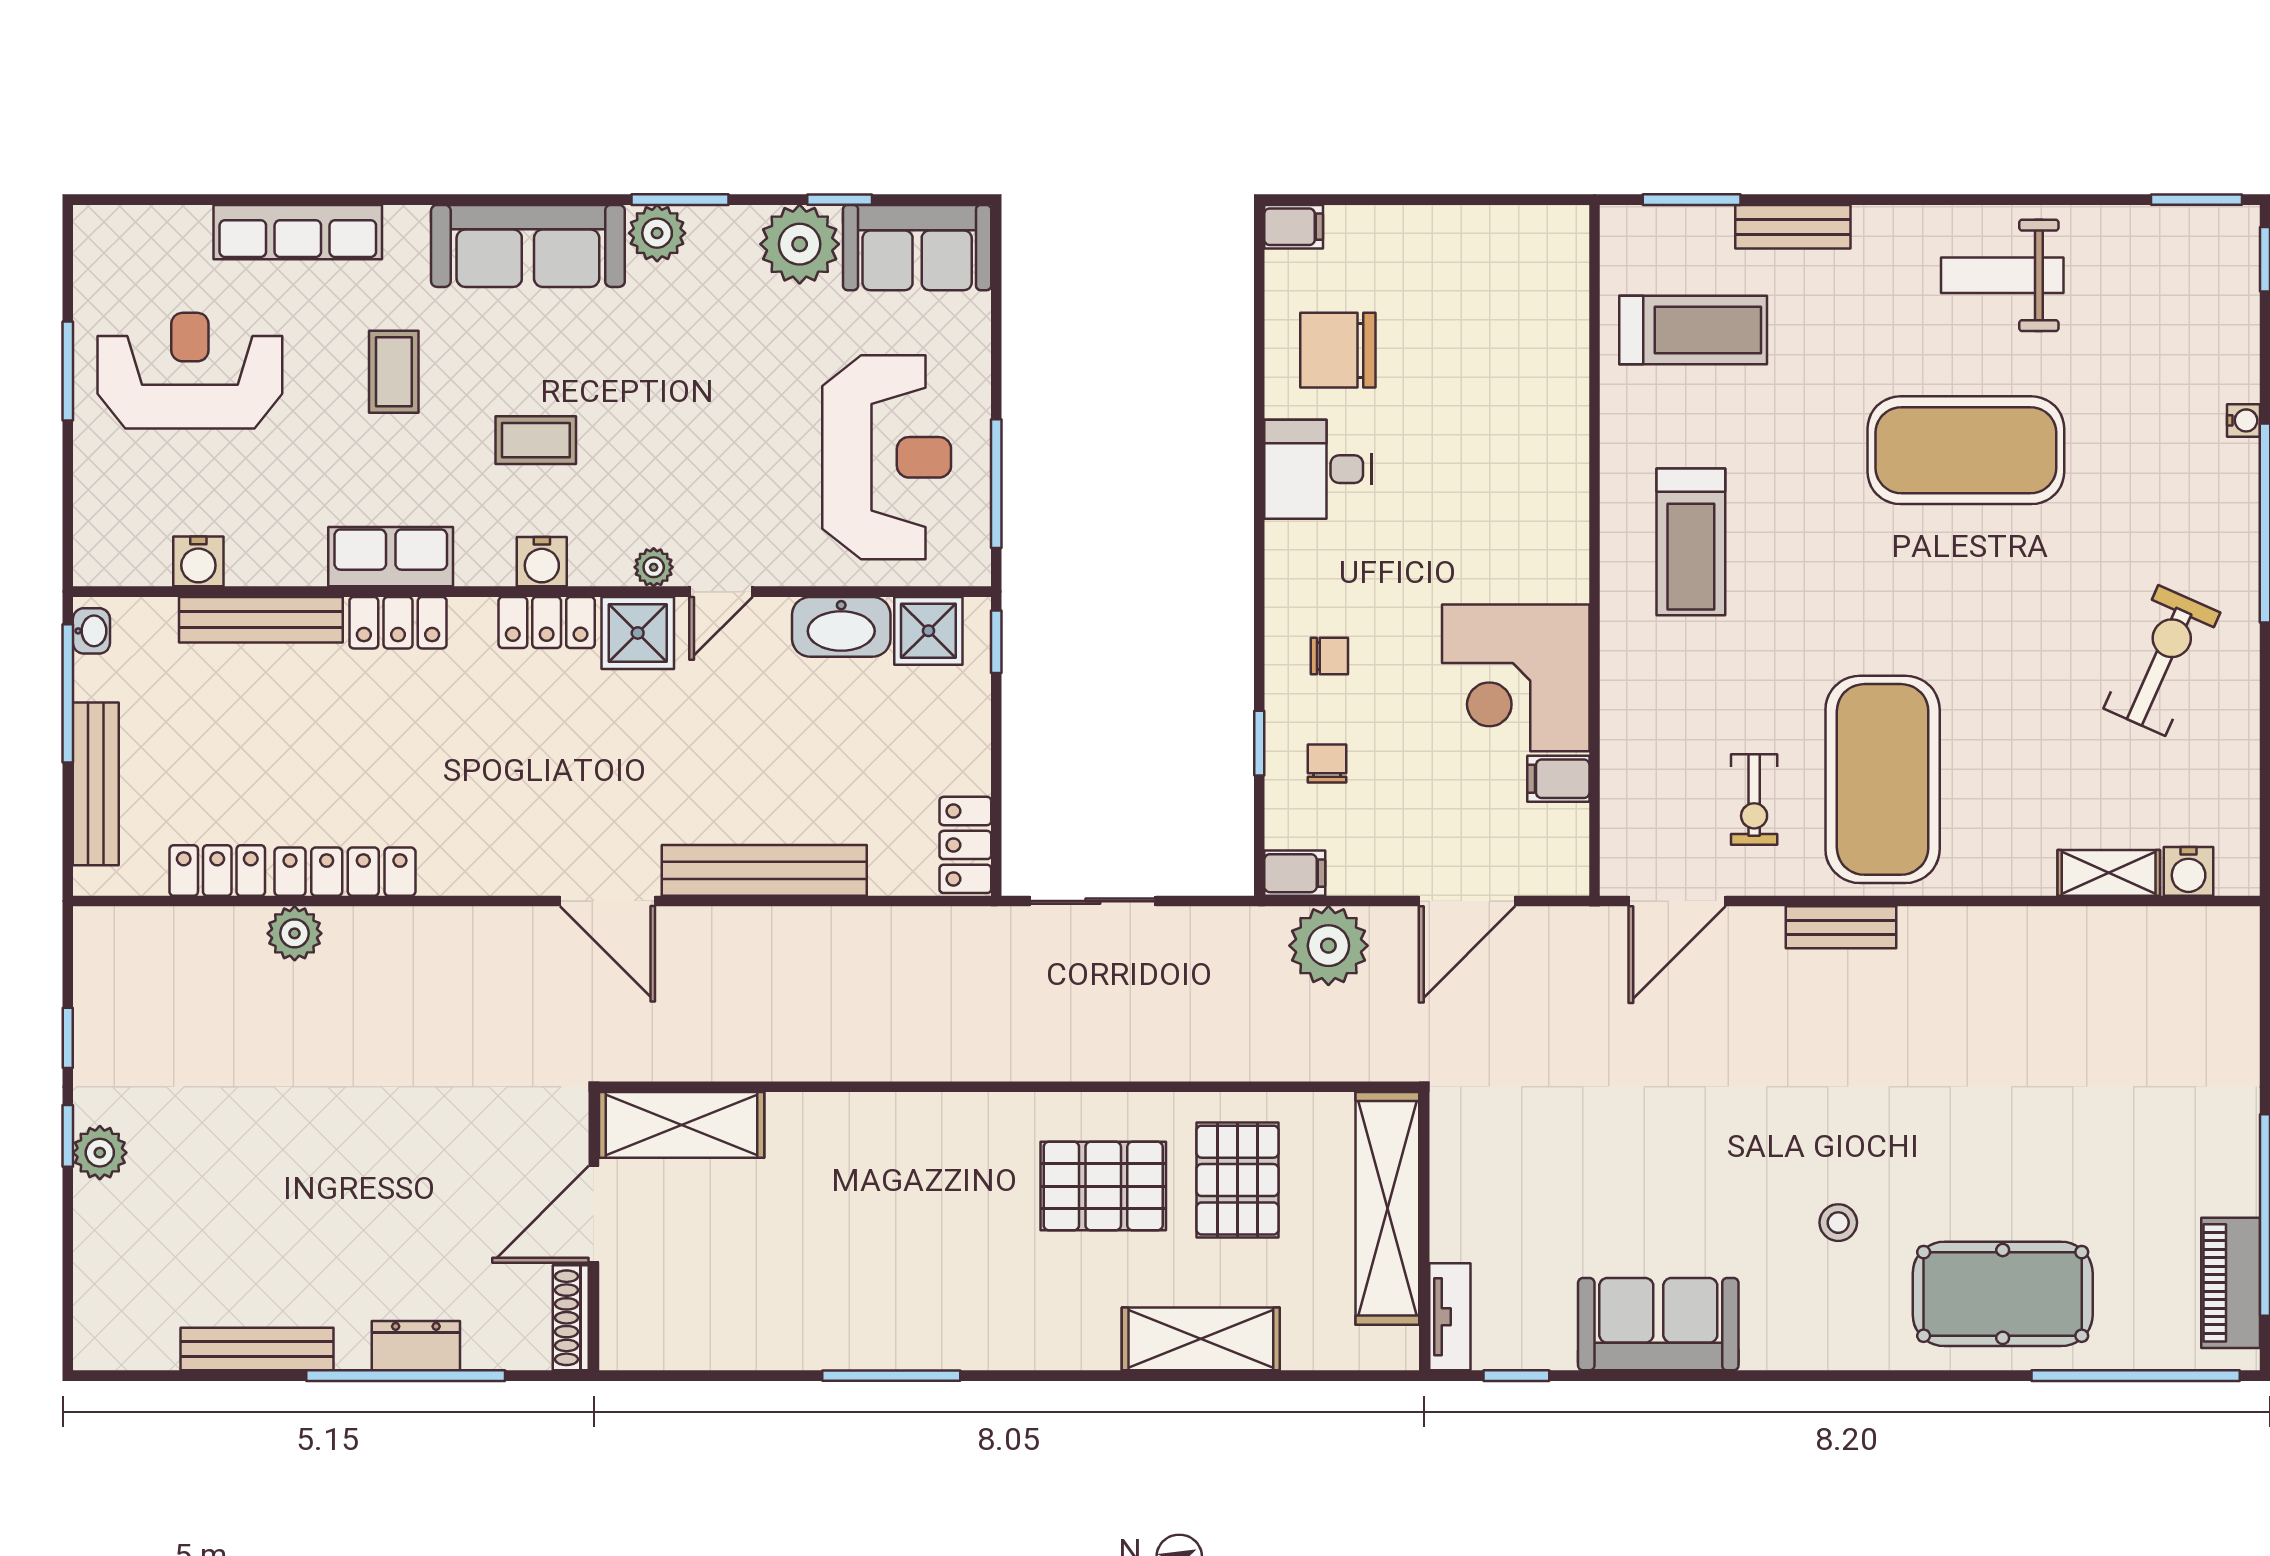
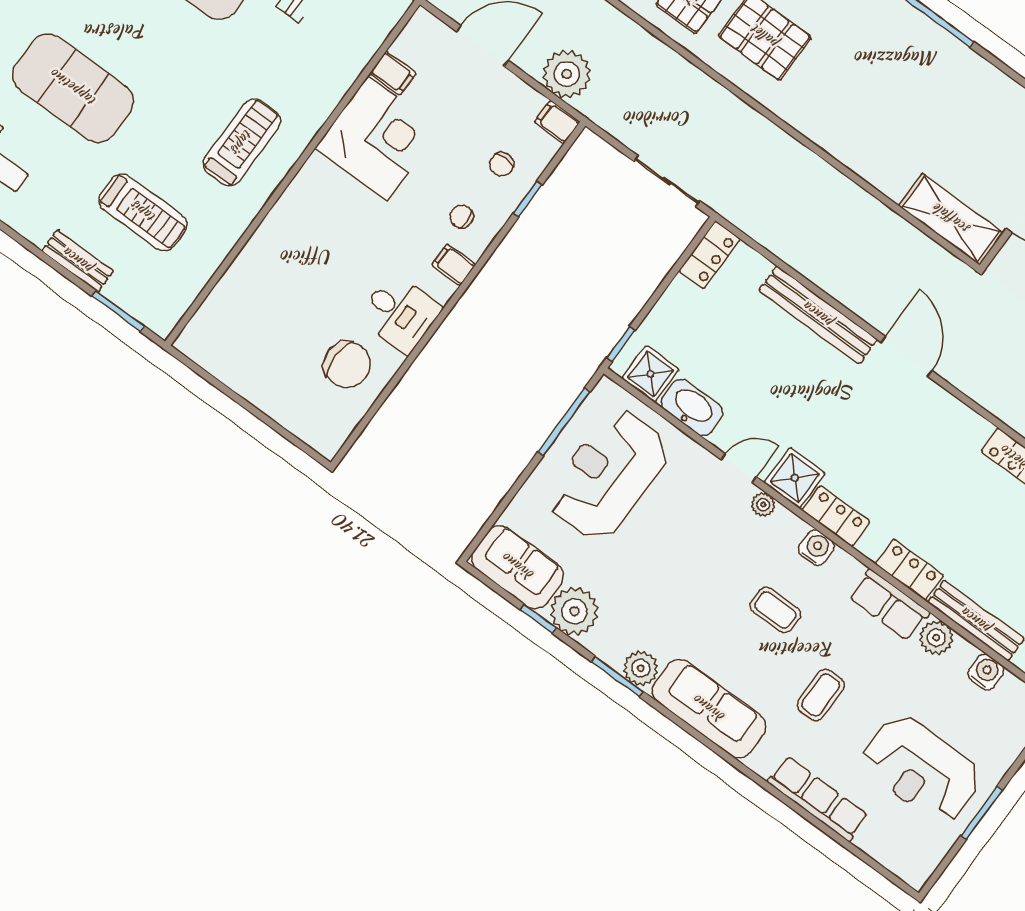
filing cabinet: (1294, 227) -> (454, 265), moved
treadmill: (1693, 330) -> (143, 212), moved, turned 180
plant: (297, 559) -> (936, 638), added

